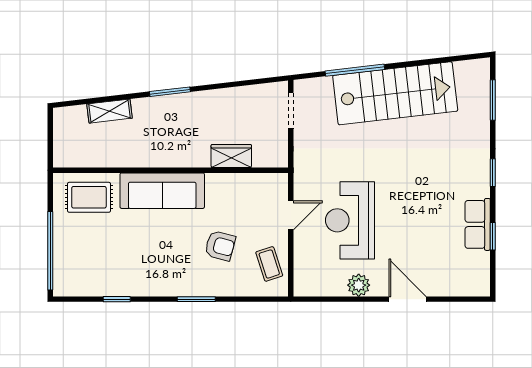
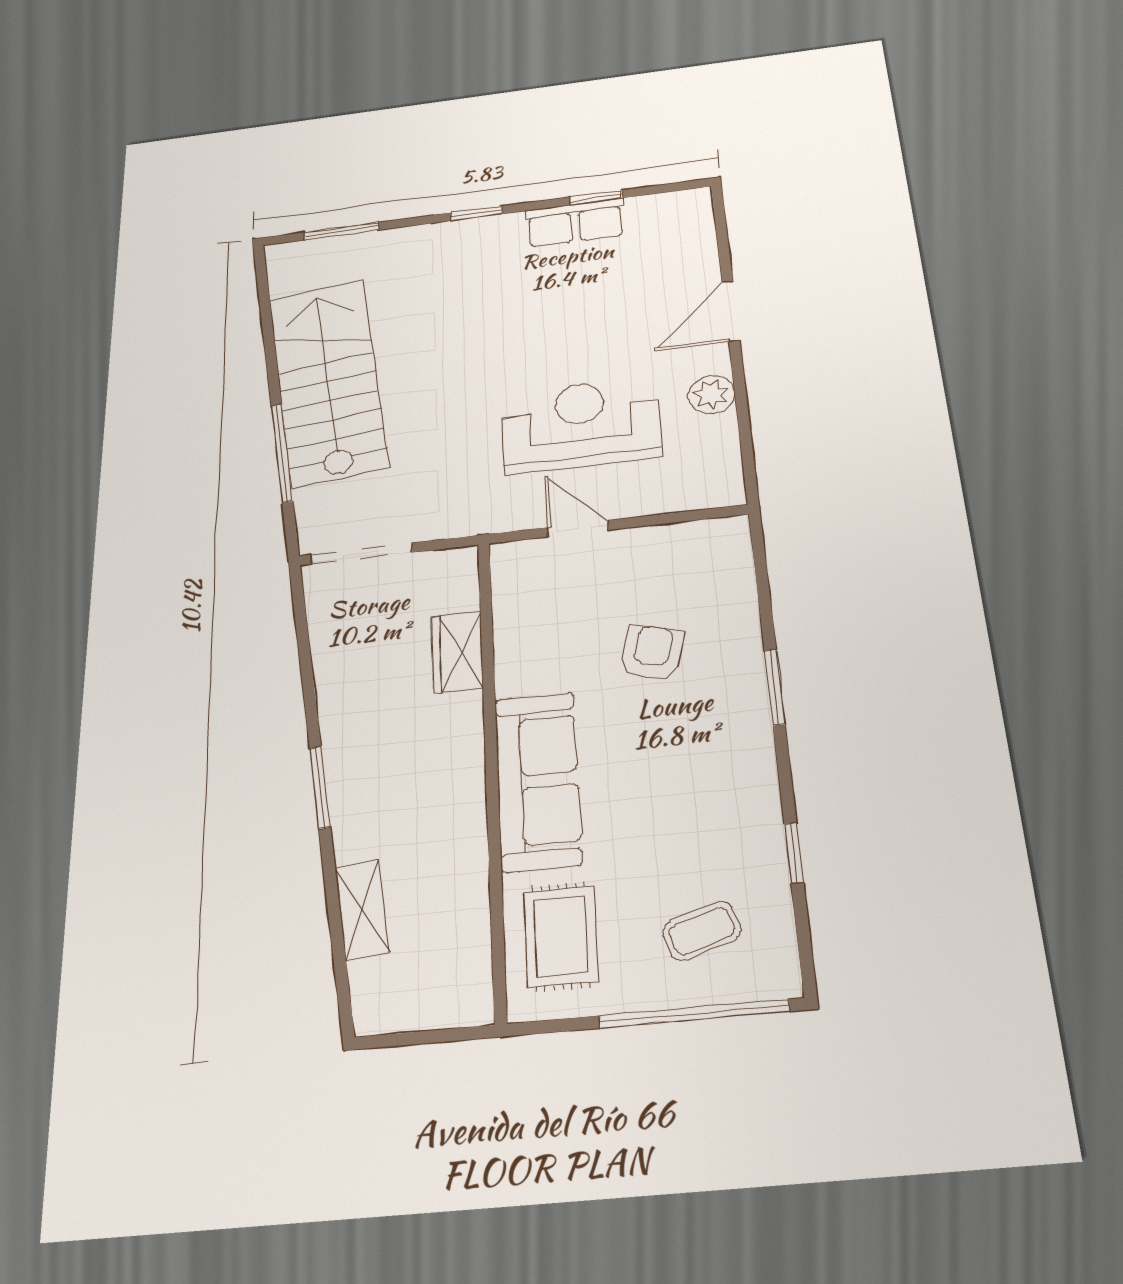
doorway: (291, 111) -> (361, 553), width x1.38
reception desk: (350, 220) -> (581, 425), turned 180
coffee table: (269, 264) -> (702, 931), moved

